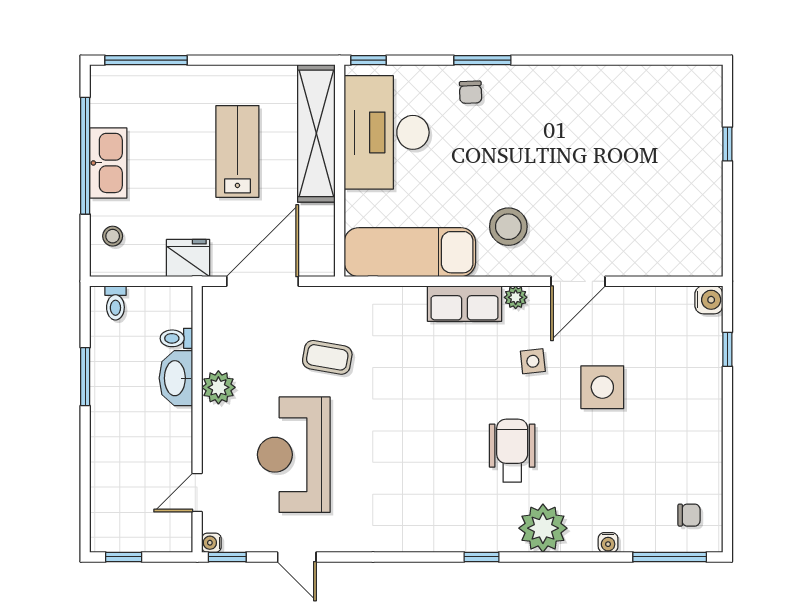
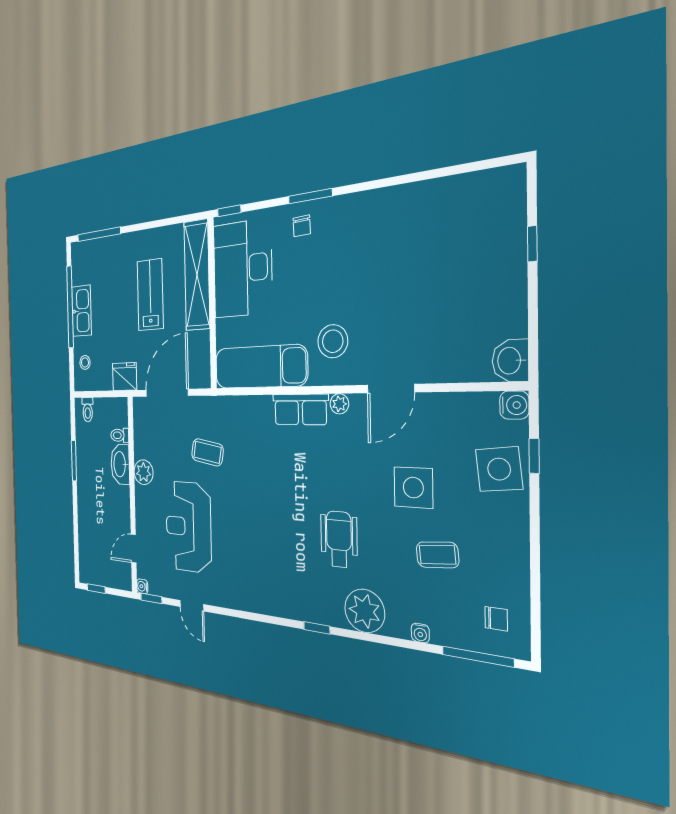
washbasin: (705, 256) -> (510, 361), added
side table: (533, 361) -> (499, 469), moved, width x1.87, depth x1.87
coffee table: (628, 457) -> (437, 555), added

